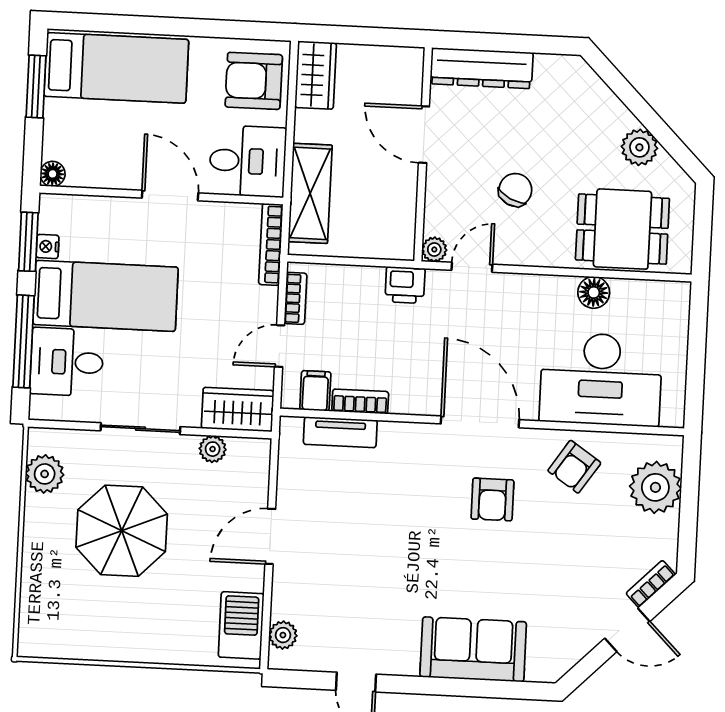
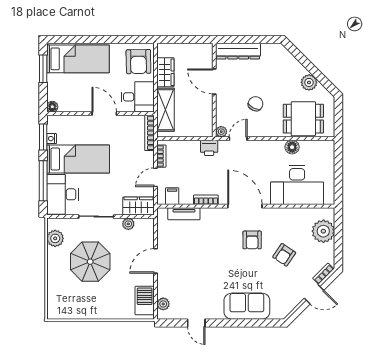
wardrobe: (316, 75) -> (165, 72), moved
armchair: (254, 81) -> (138, 62), turned -91
desk: (67, 362) -> (62, 194), width x1.37
bookcase: (360, 401) -> (206, 200), moved
armchair: (574, 467) -> (284, 255), moved

